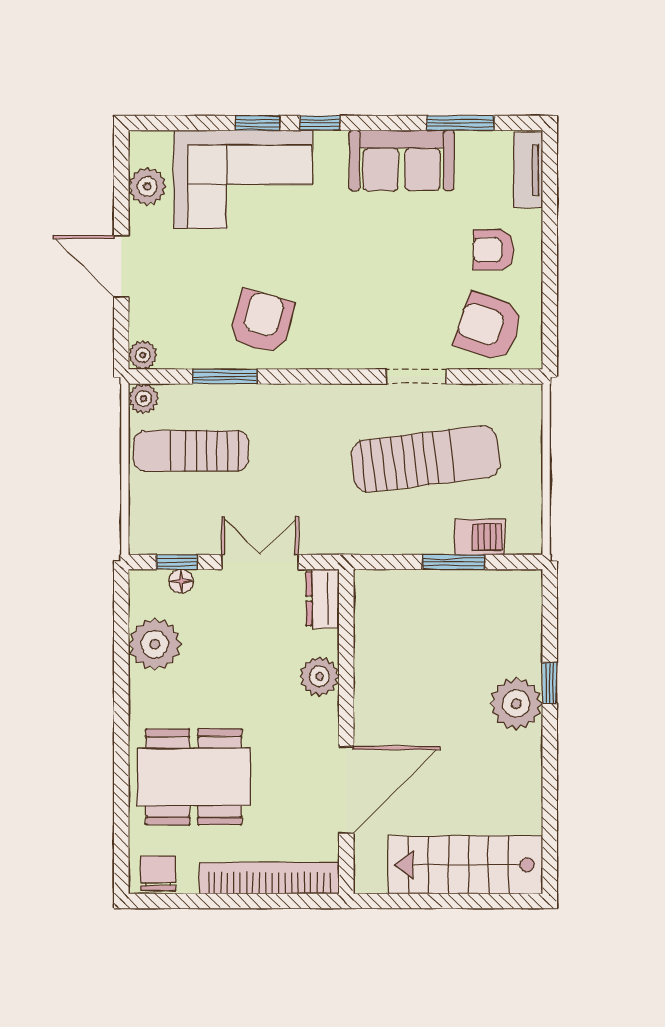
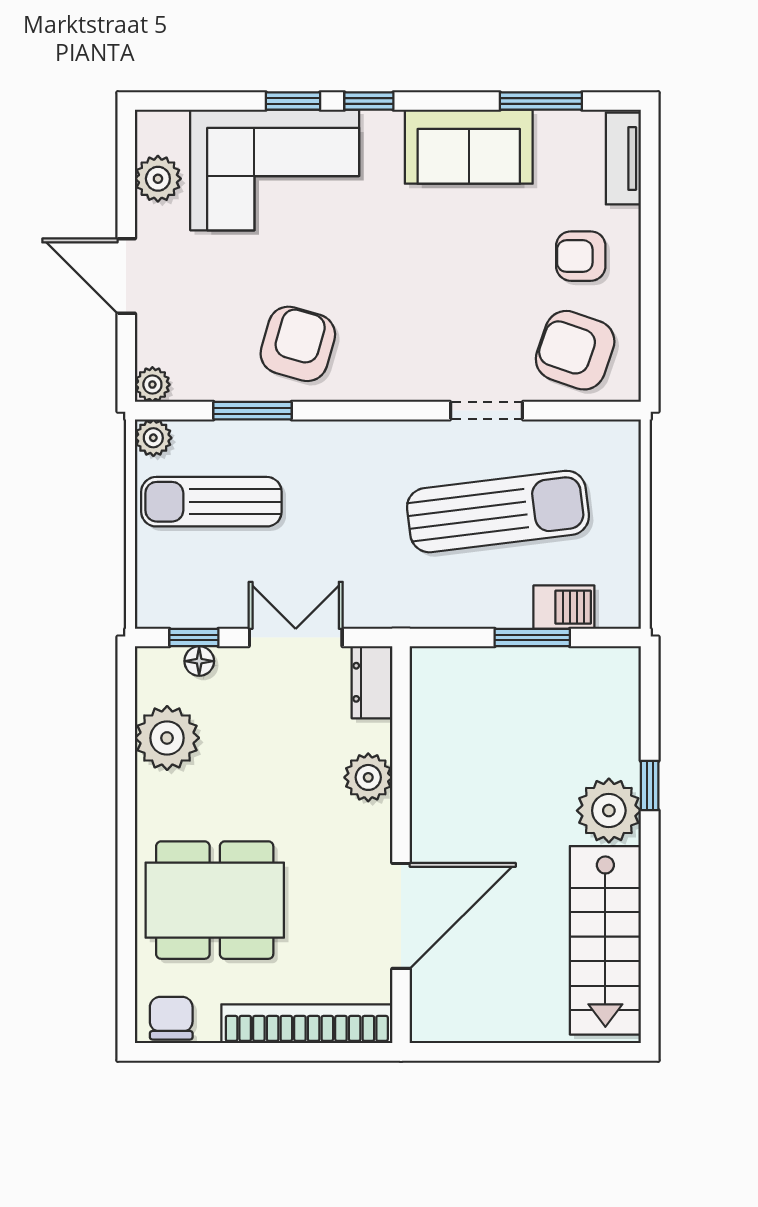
stairs: (465, 865) -> (605, 940), moved, turned -90

